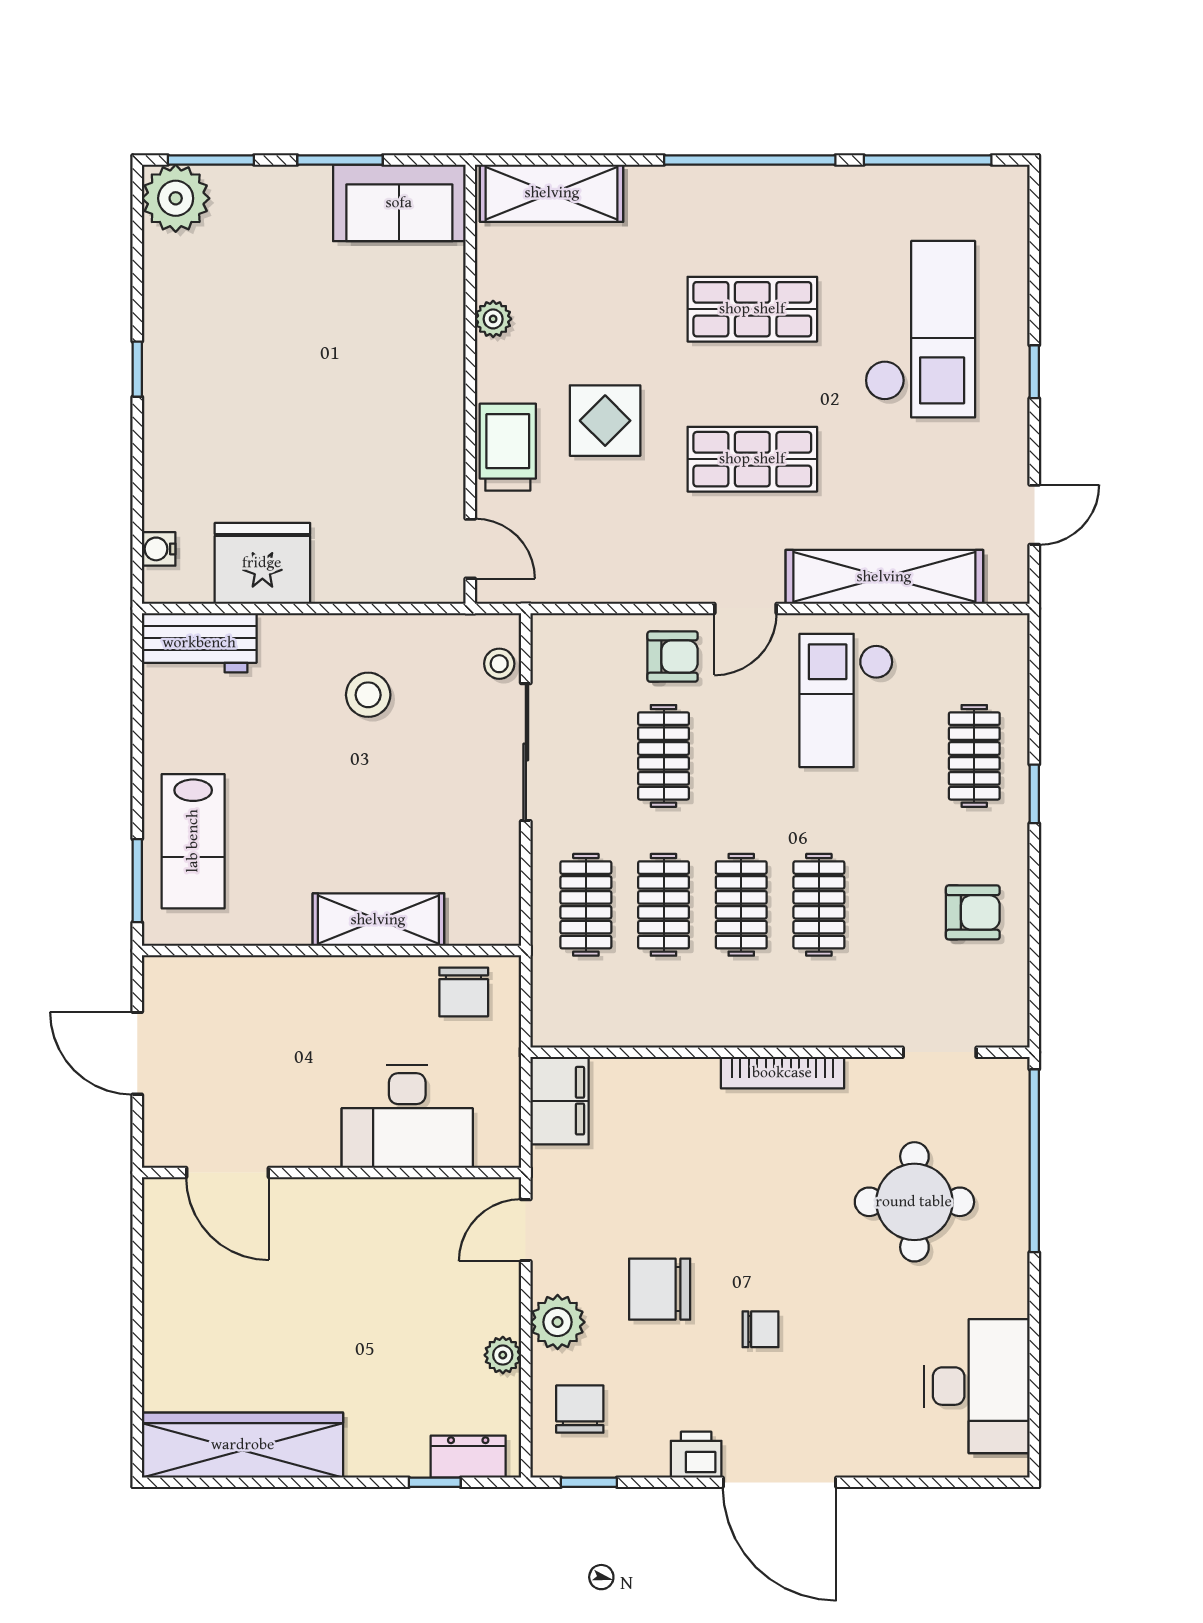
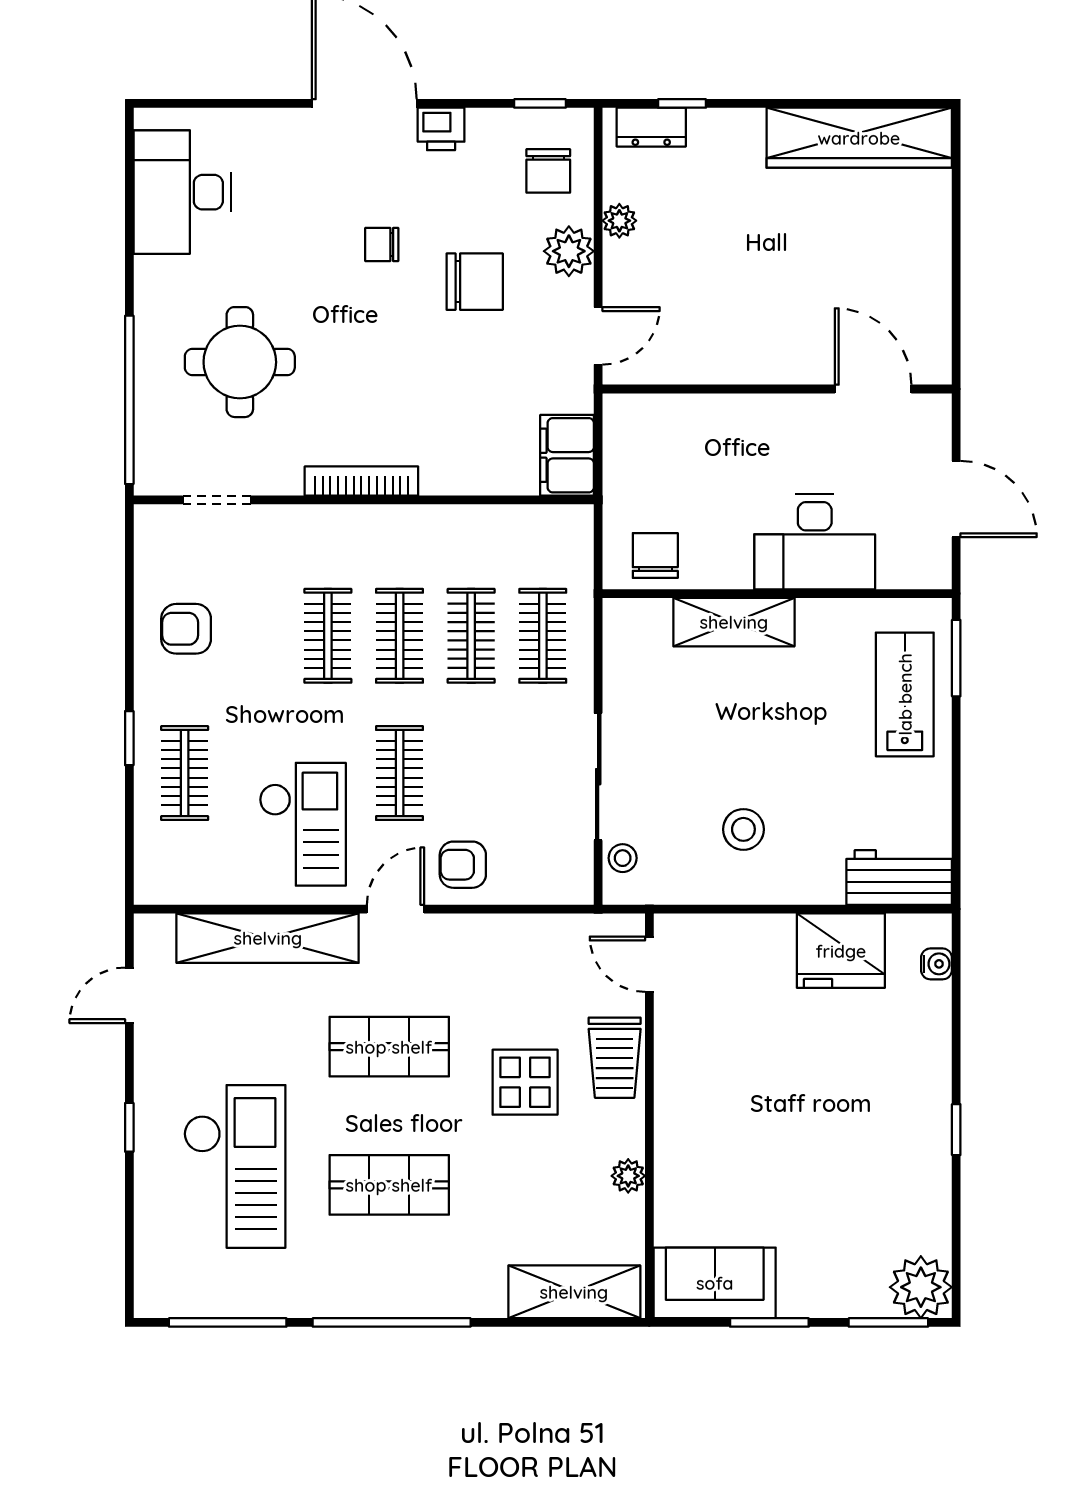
checkout: (920, 329) -> (235, 1166), turned 180
clothes rail: (664, 756) -> (400, 773), moved
desk: (407, 1116) -> (815, 542), moved, turned 180

